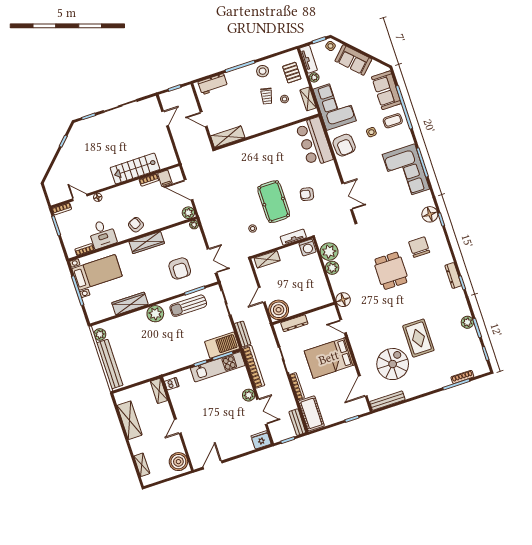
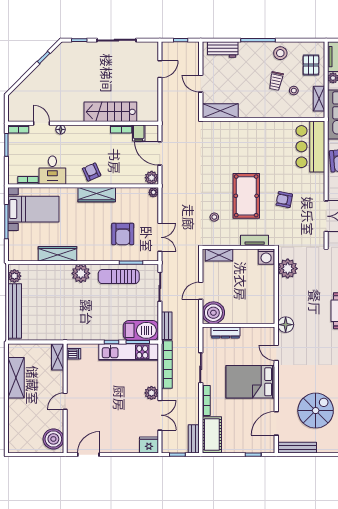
plant: (332, 268) -> (285, 287), removed
shelving: (142, 465) -> (13, 429), removed

